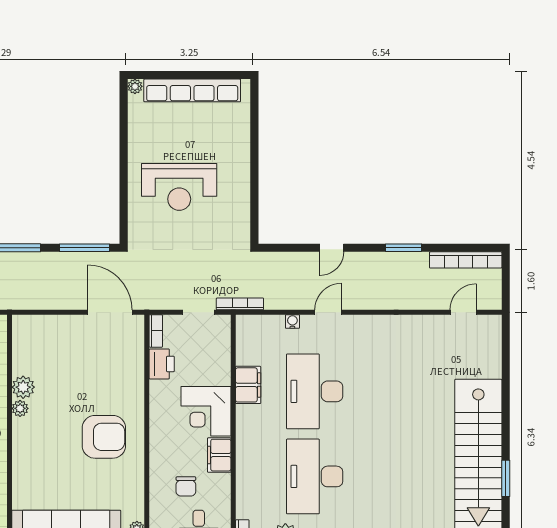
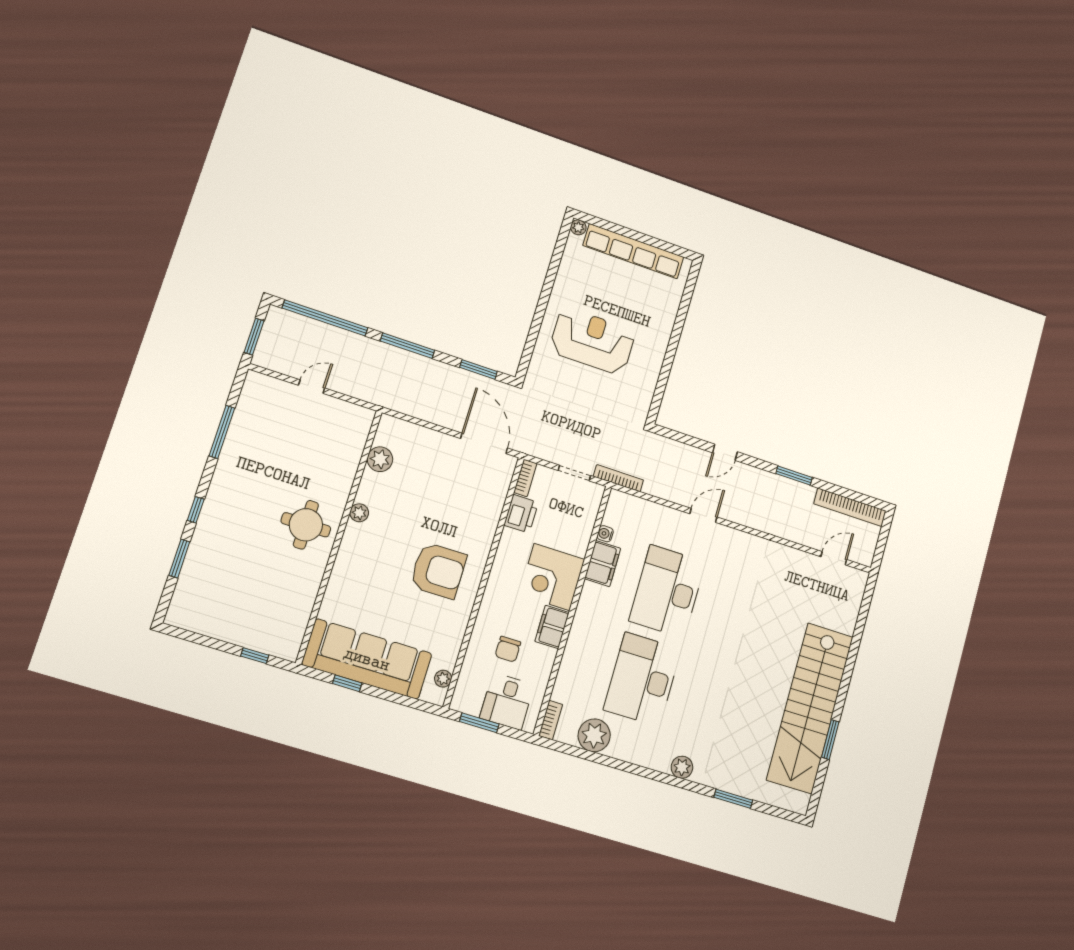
reception desk: (179, 187) -> (592, 341), turned 180
window: (85, 248) -> (478, 369), width x0.69
water cooler: (292, 322) -> (605, 534), moved, turned -90
plant: (23, 387) -> (380, 459), moved

